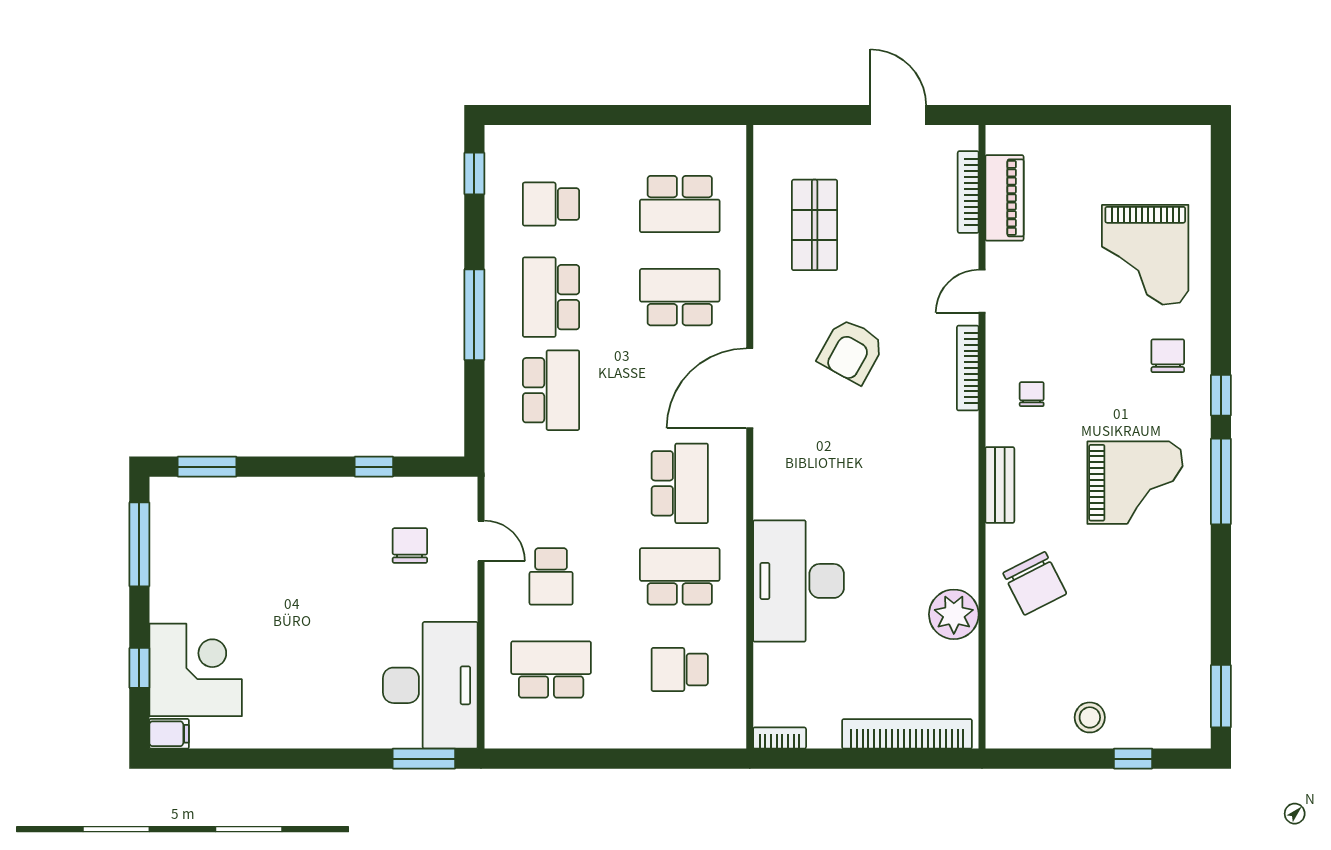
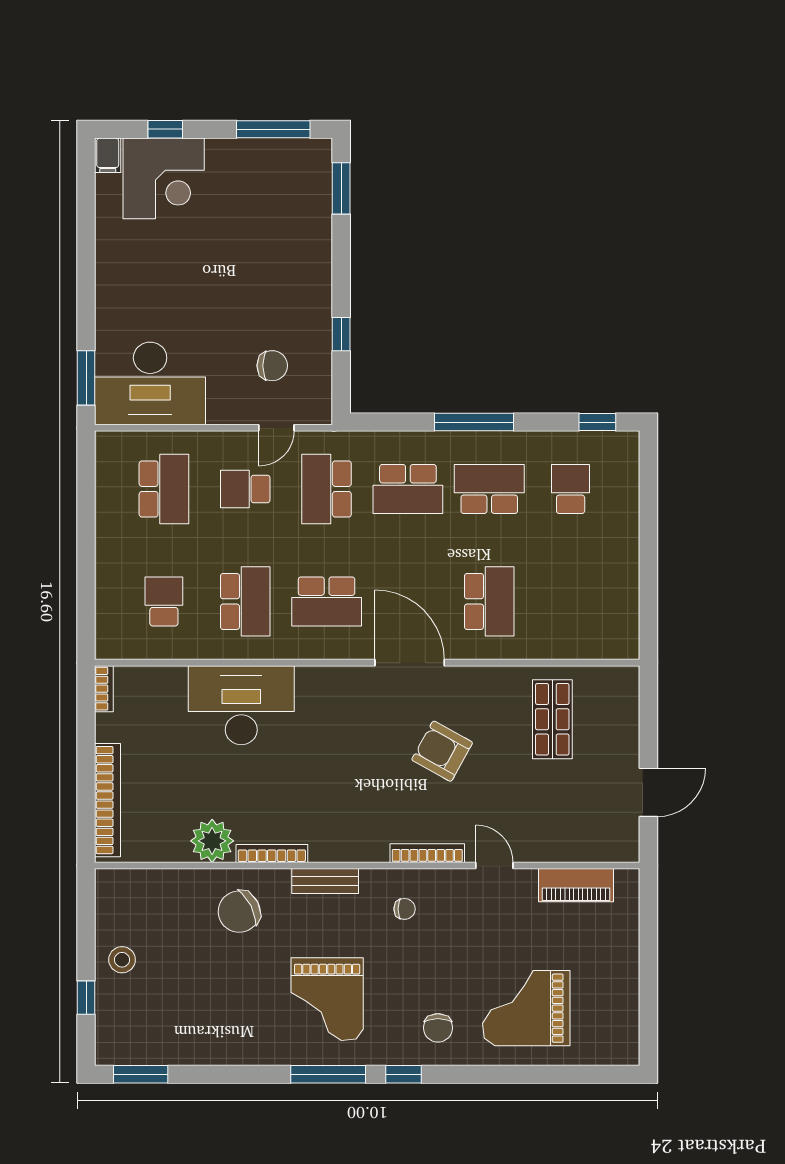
bookcase: (968, 192) -> (272, 853), moved
school desk: (680, 204) -> (327, 489), moved
shop shelf: (815, 225) -> (552, 719), turned 90
chair: (1168, 356) -> (438, 1028), turned 90

